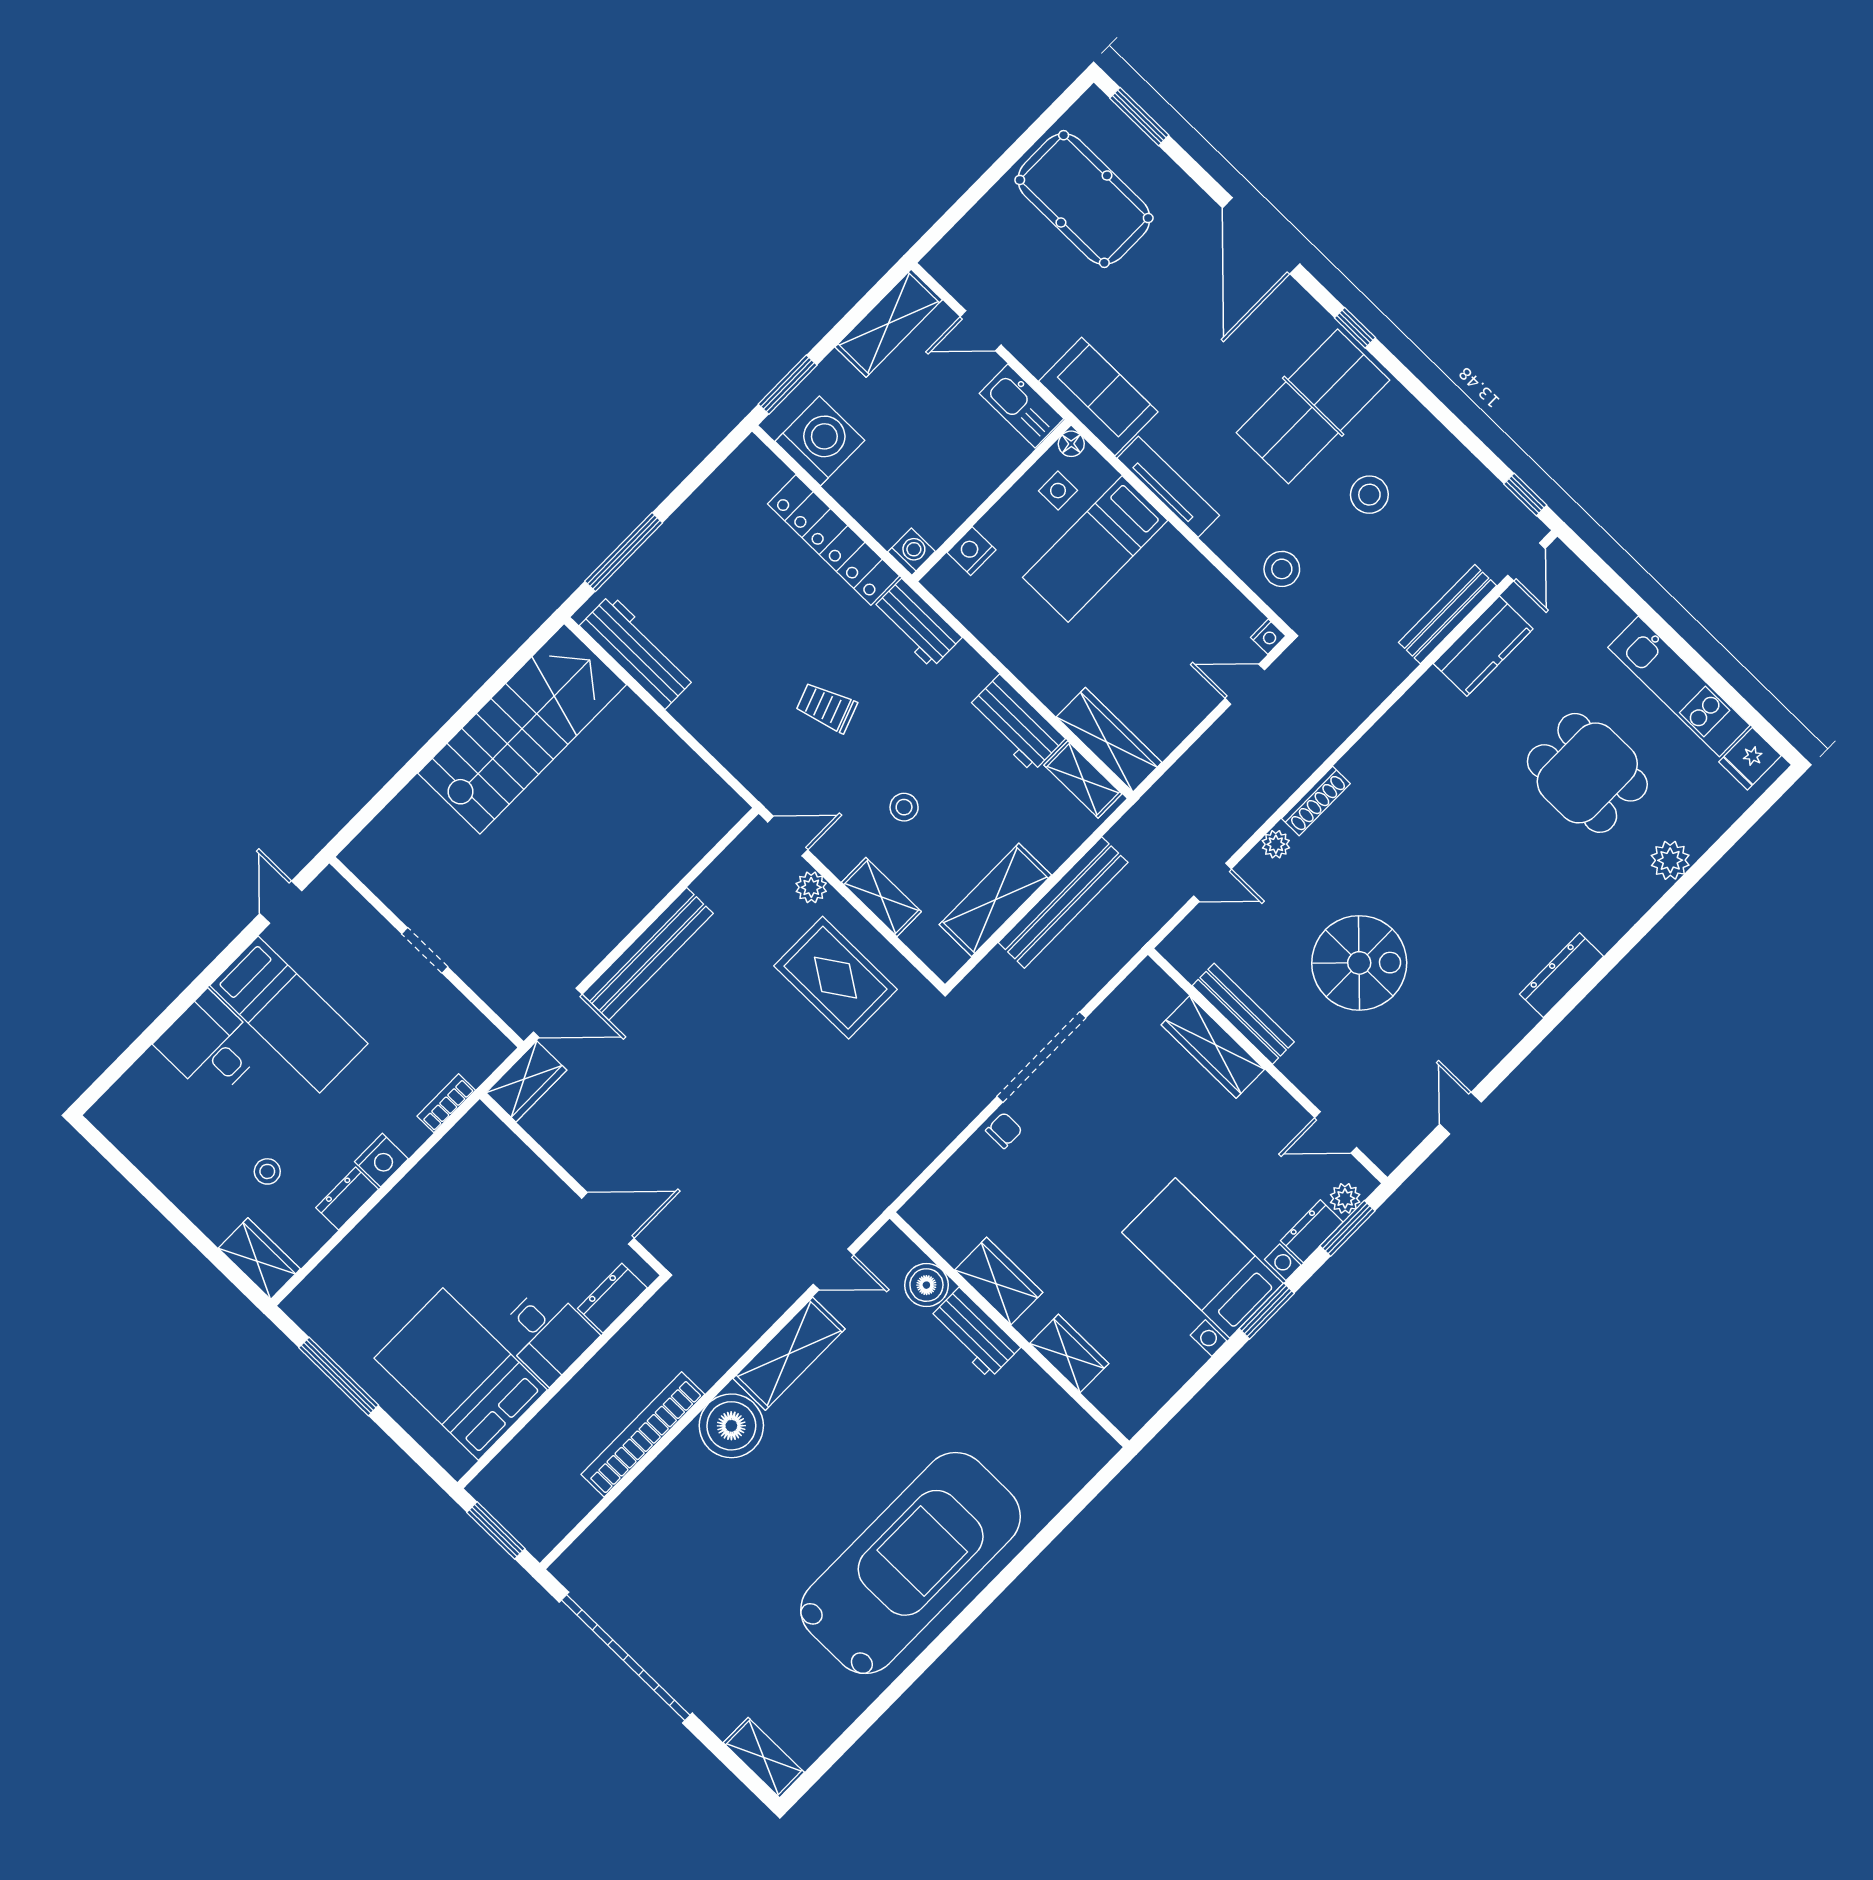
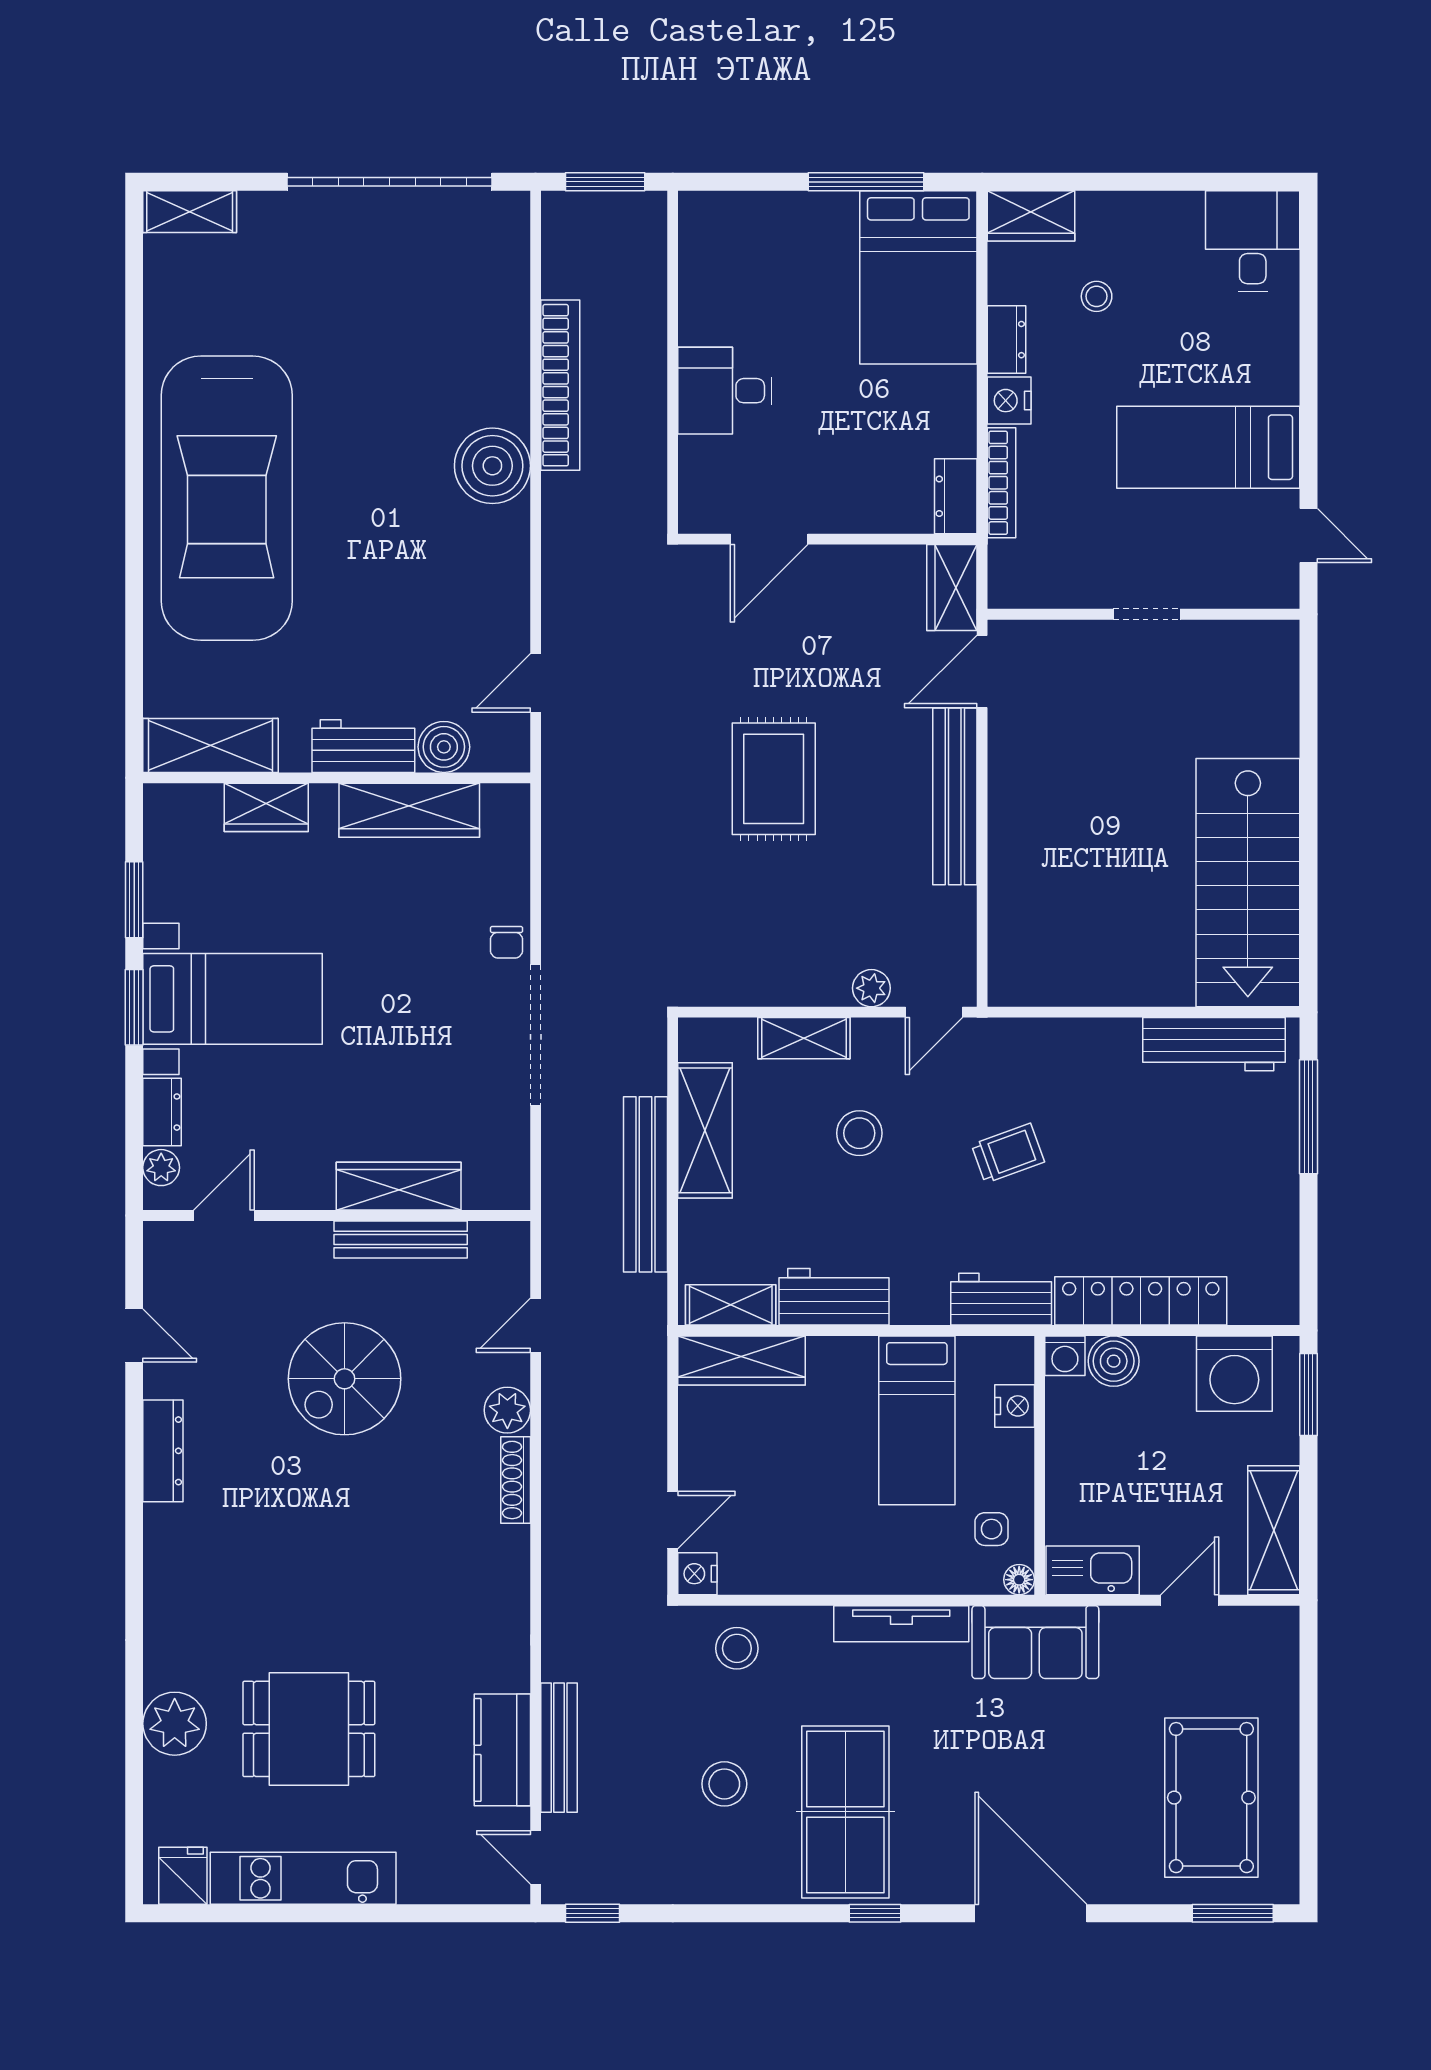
pool table: (1084, 199) -> (1211, 1798), turned 90
boiler: (885, 520) -> (1114, 1361), added
bed: (1095, 549) -> (917, 1420), moved, turned 180
nightstand: (1268, 637) -> (697, 1574), width x1.39, depth x1.35
stool: (904, 807) -> (859, 1133), width x1.37, depth x1.37
plant: (1276, 844) -> (507, 1410), width x1.38, depth x1.38
plant: (1670, 860) -> (175, 1724), width x1.36, depth x1.36
dresser: (1562, 975) -> (163, 1451), moved
rug: (836, 978) -> (774, 779), moved, turned 90
desk: (210, 1046) -> (1253, 241), moved, turned -90
bookcase: (446, 1103) -> (1002, 483), width x1.56
window: (1348, 1228) -> (134, 900), moved
wardrobe: (999, 1281) -> (409, 810), width x1.50
dresser: (612, 1298) -> (956, 496), moved, turned 180
shelving: (789, 1354) -> (211, 746), moved, turned 90
bed: (461, 1374) -> (918, 277), moved, turned 90

